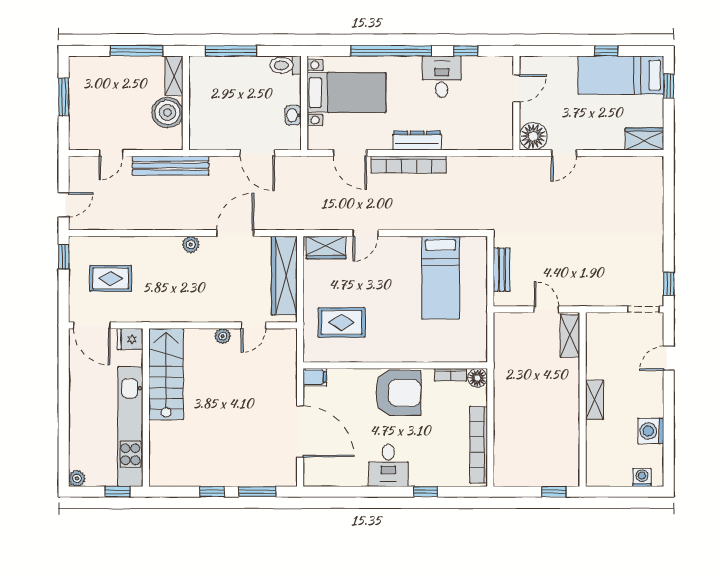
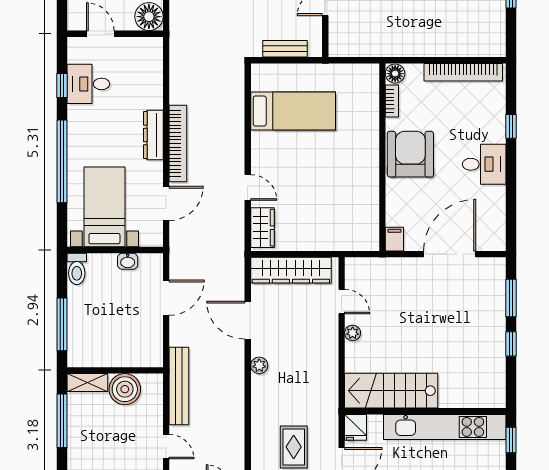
desk: (442, 77) -> (88, 84), moved
rug: (342, 322) -> (339, 212), removed

